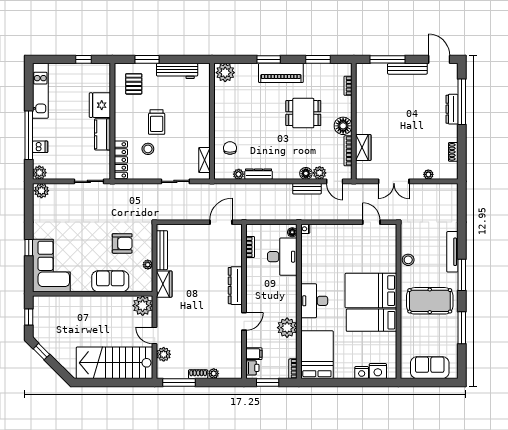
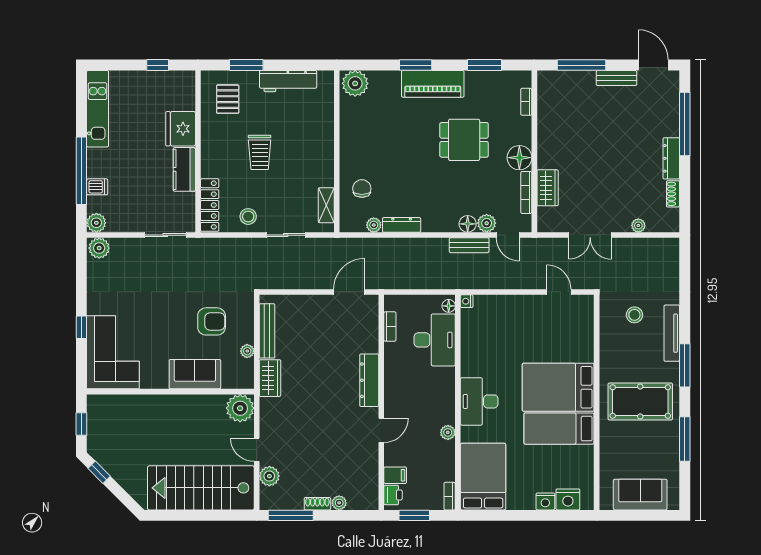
bench: (407, 69) -> (616, 78), width x0.73
dresser: (452, 109) -> (671, 158), moved
stool: (148, 149) -> (248, 216), moved
stool: (408, 260) -> (634, 315), moved
plant: (287, 328) -> (448, 432), width x0.53, depth x0.53

